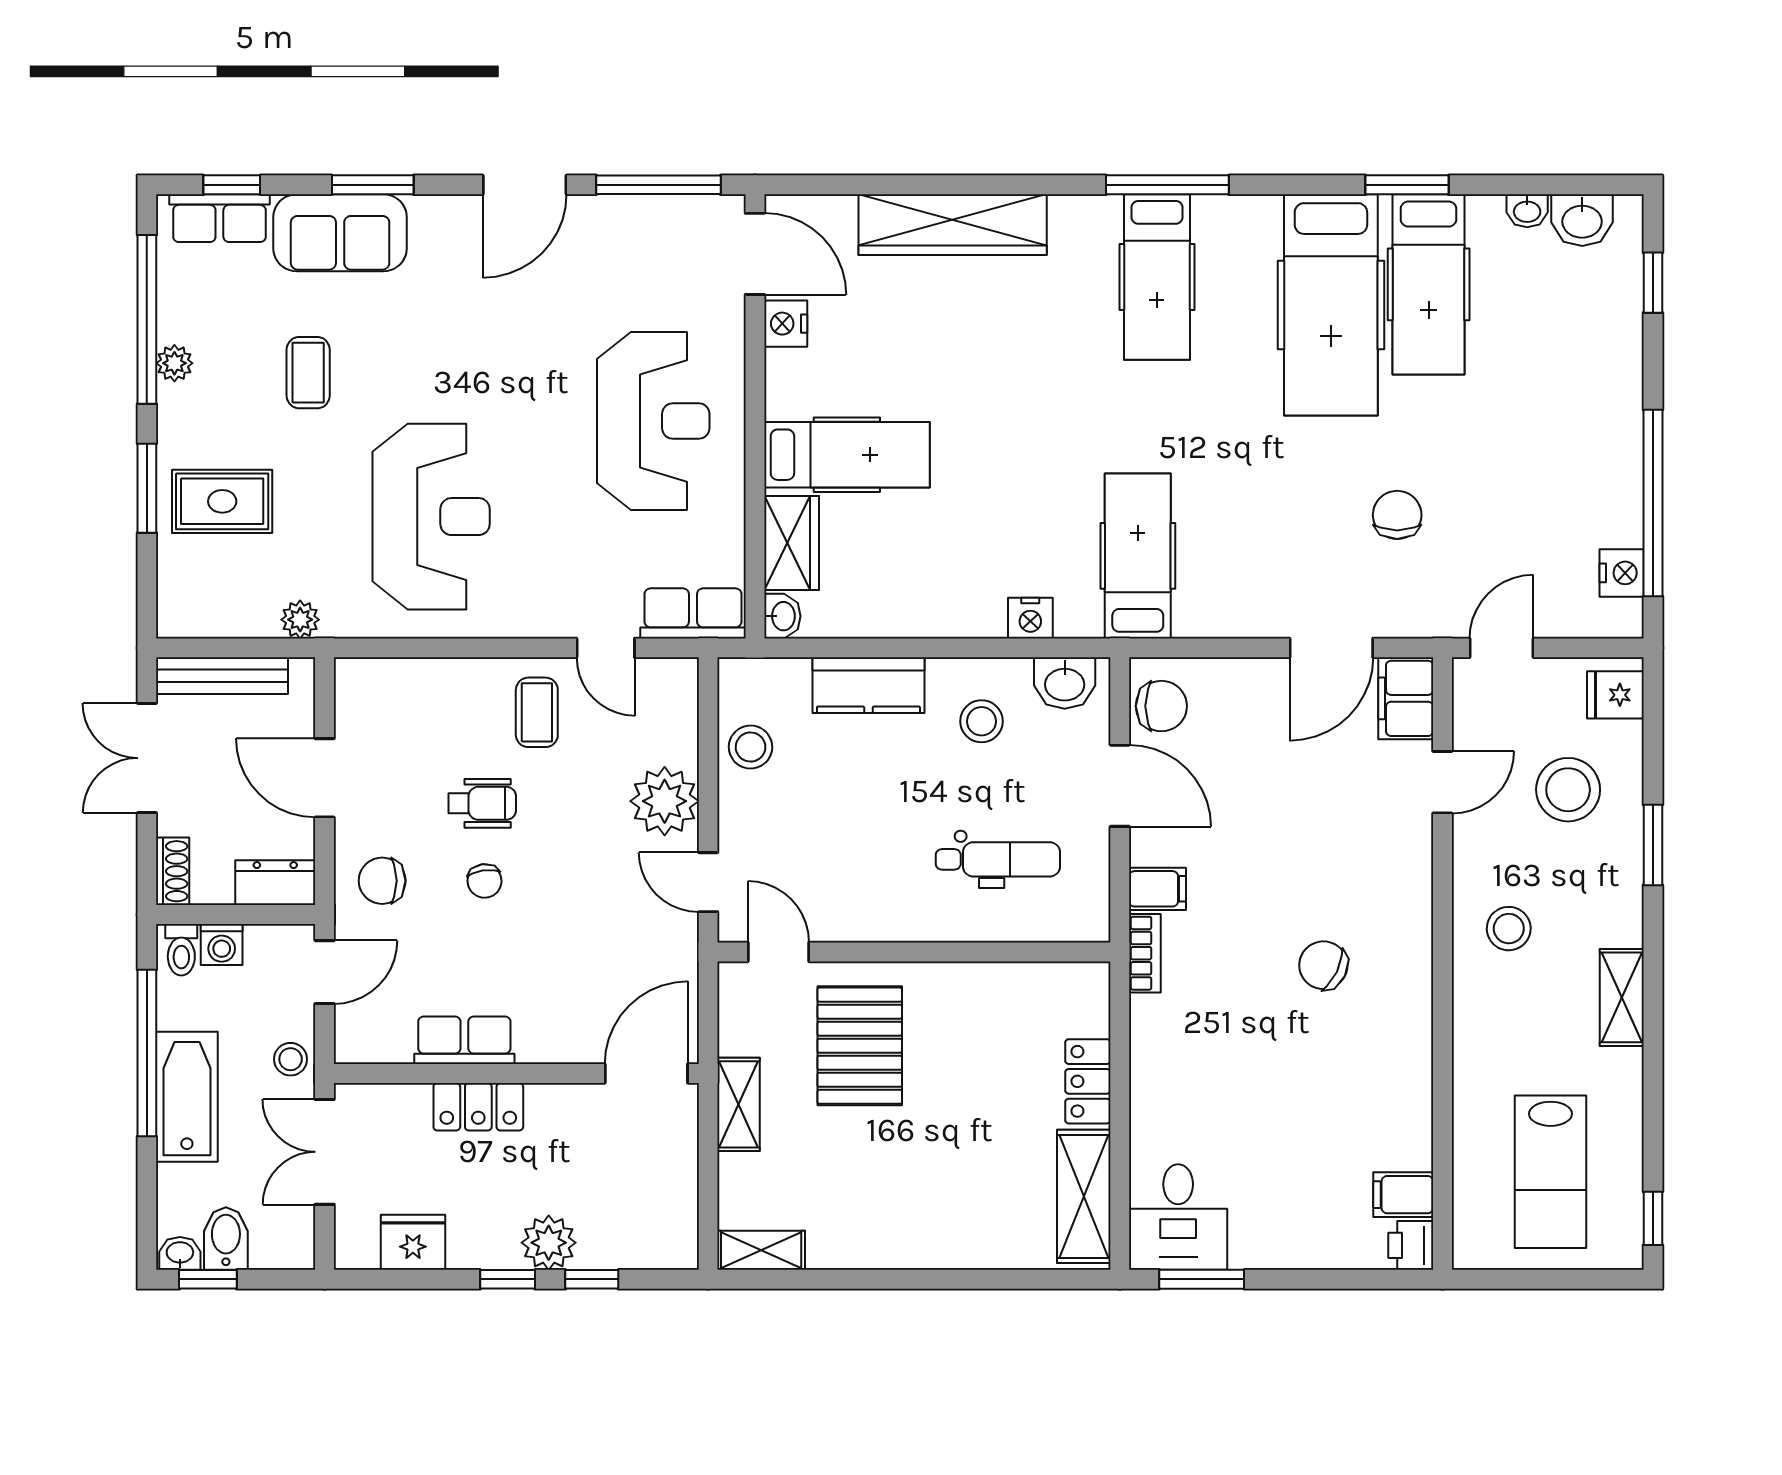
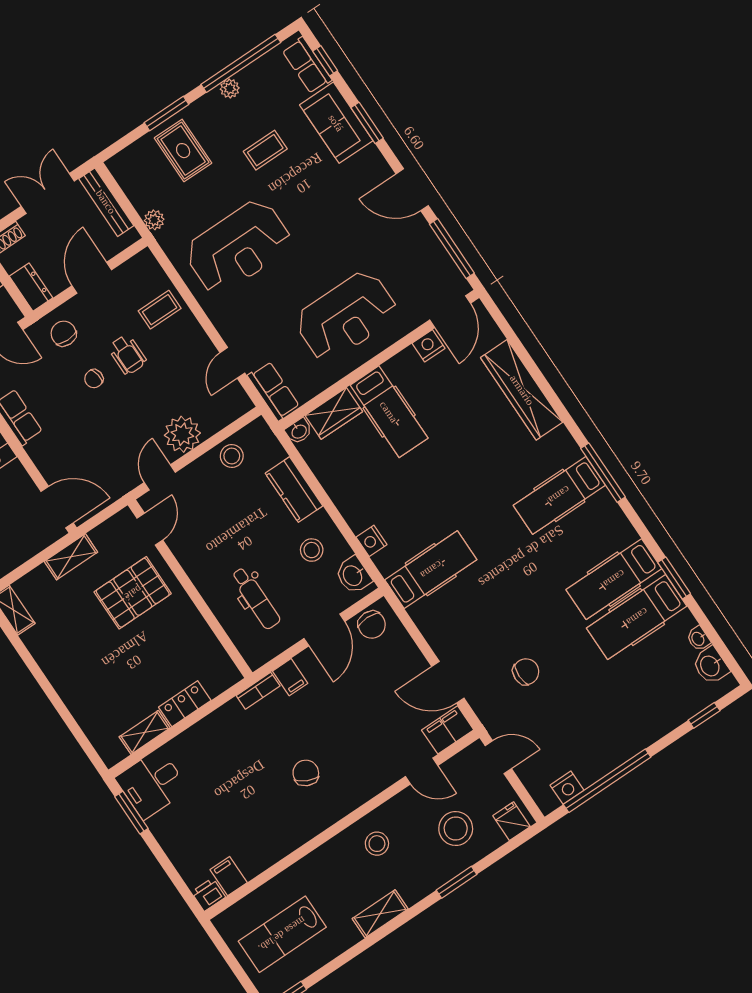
hospital bed: (1331, 305) -> (614, 579), width x0.73, depth x0.78
coffee table: (537, 712) -> (160, 310), moved
shelving: (1084, 1196) -> (145, 732), width x0.67, depth x0.75

